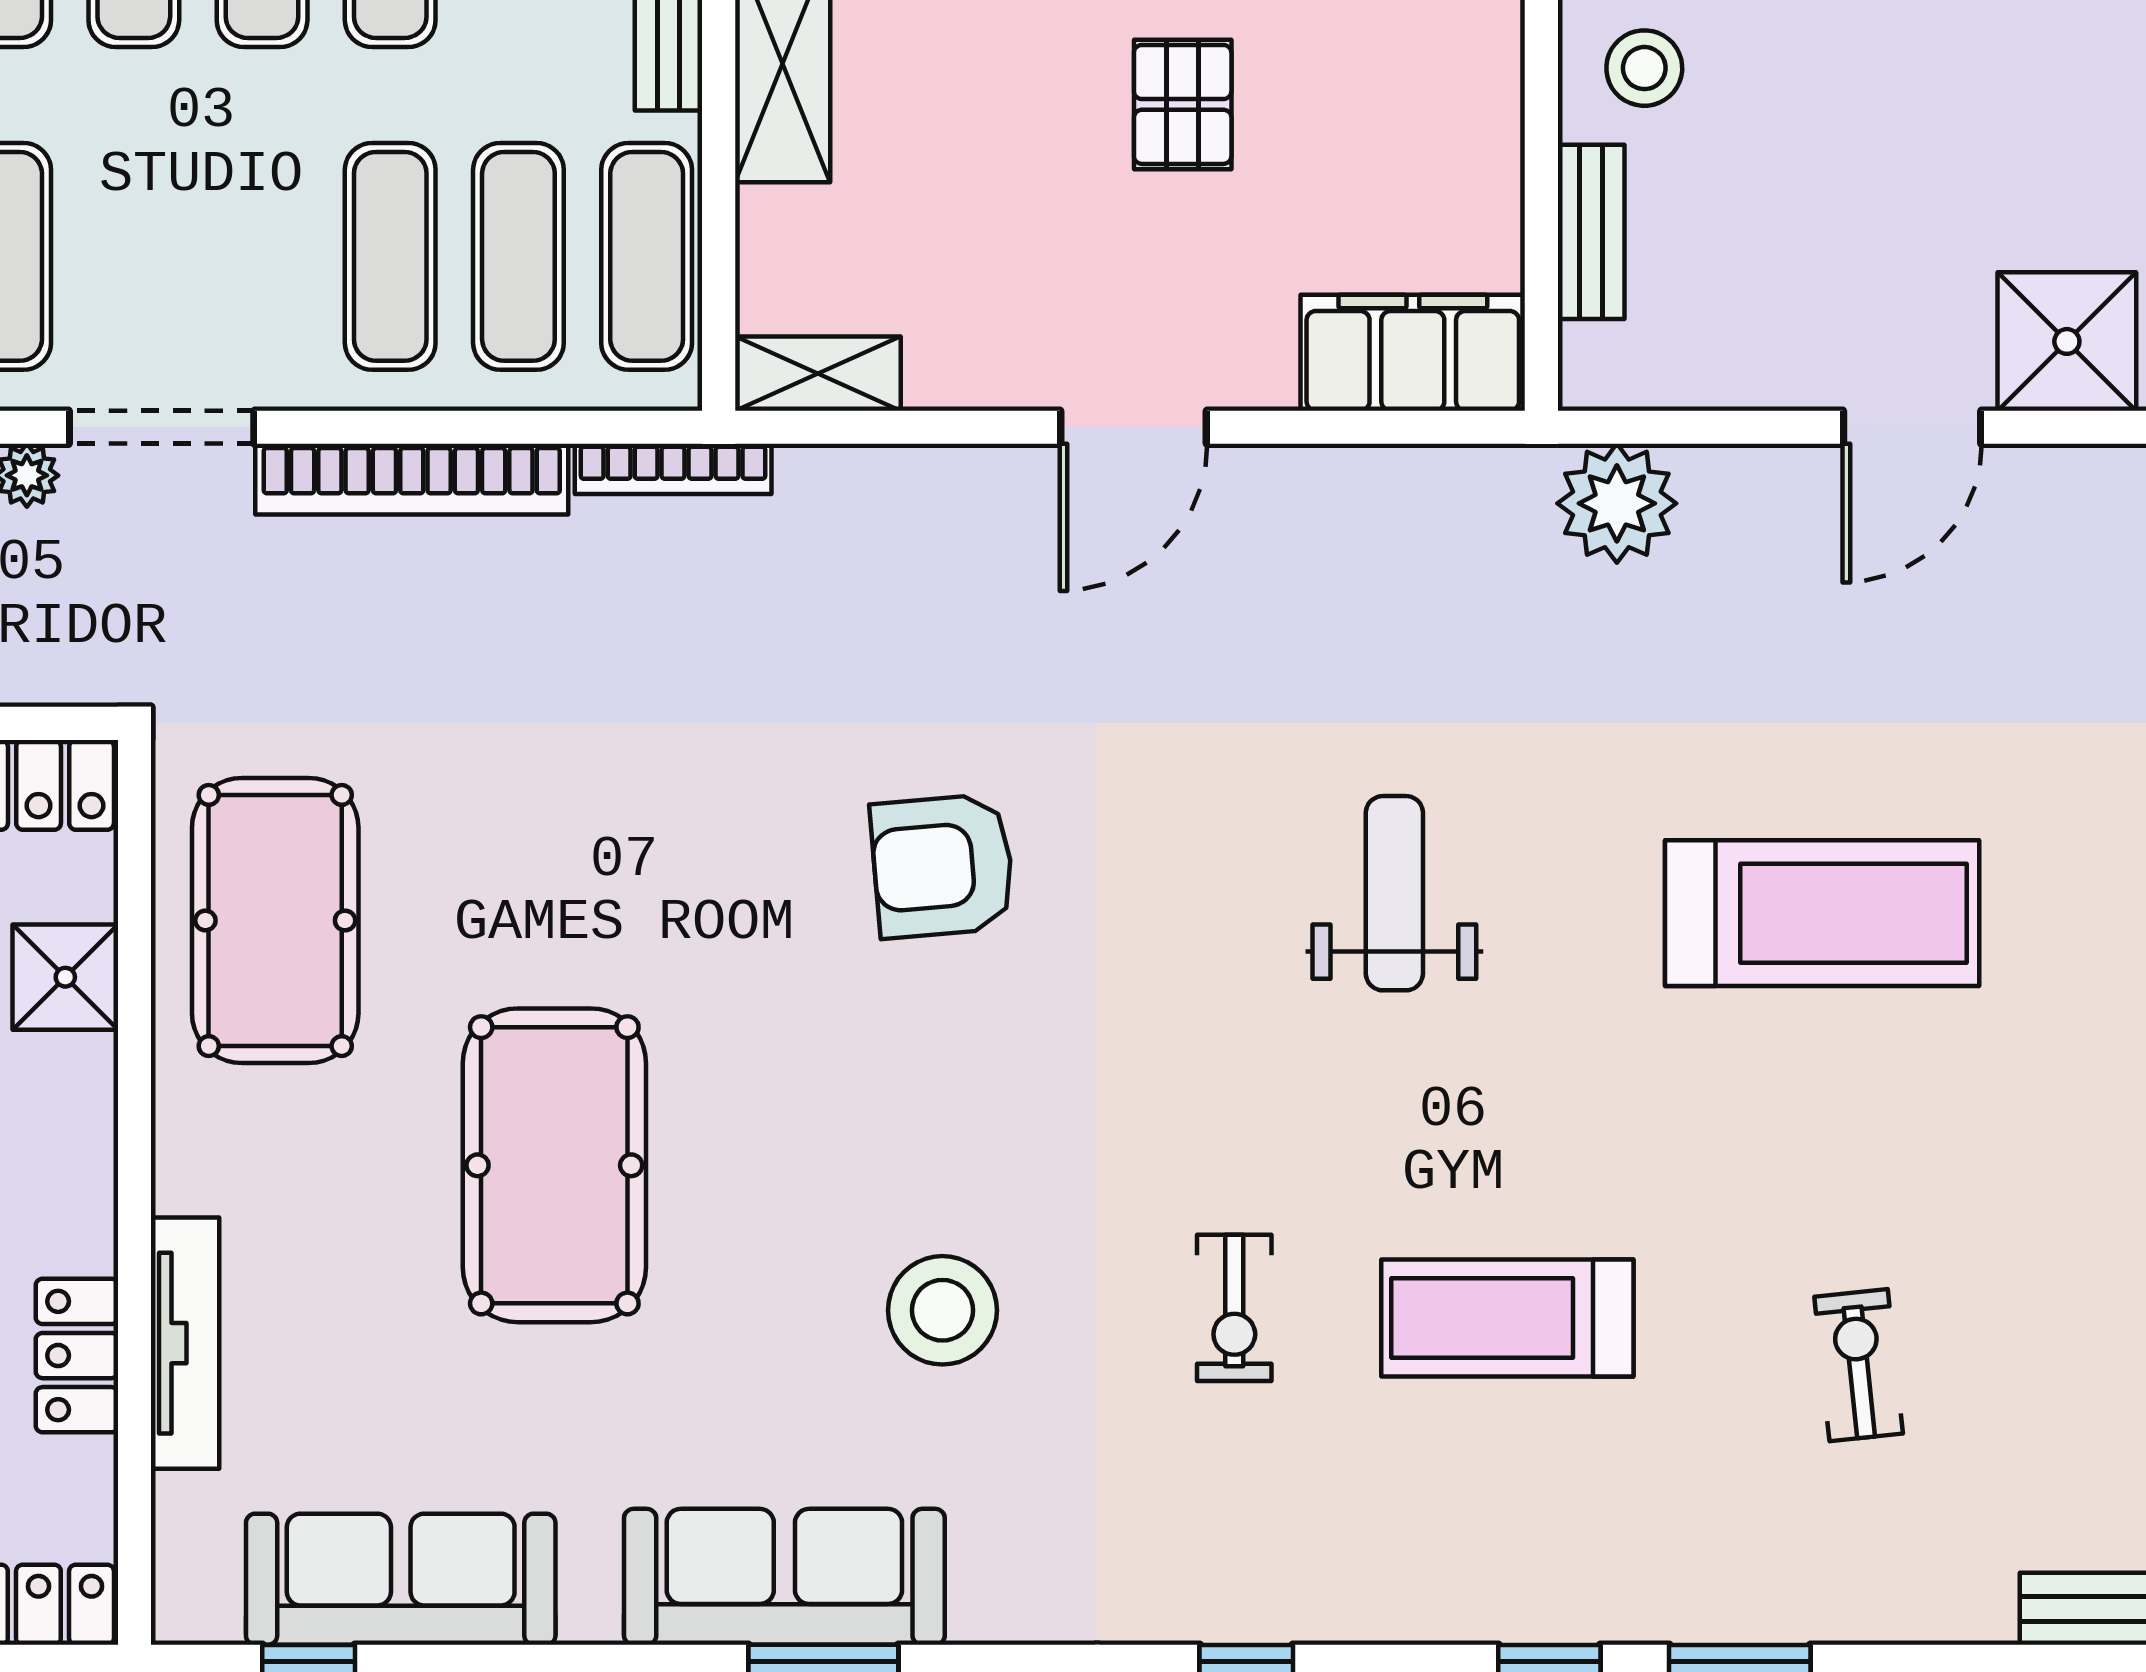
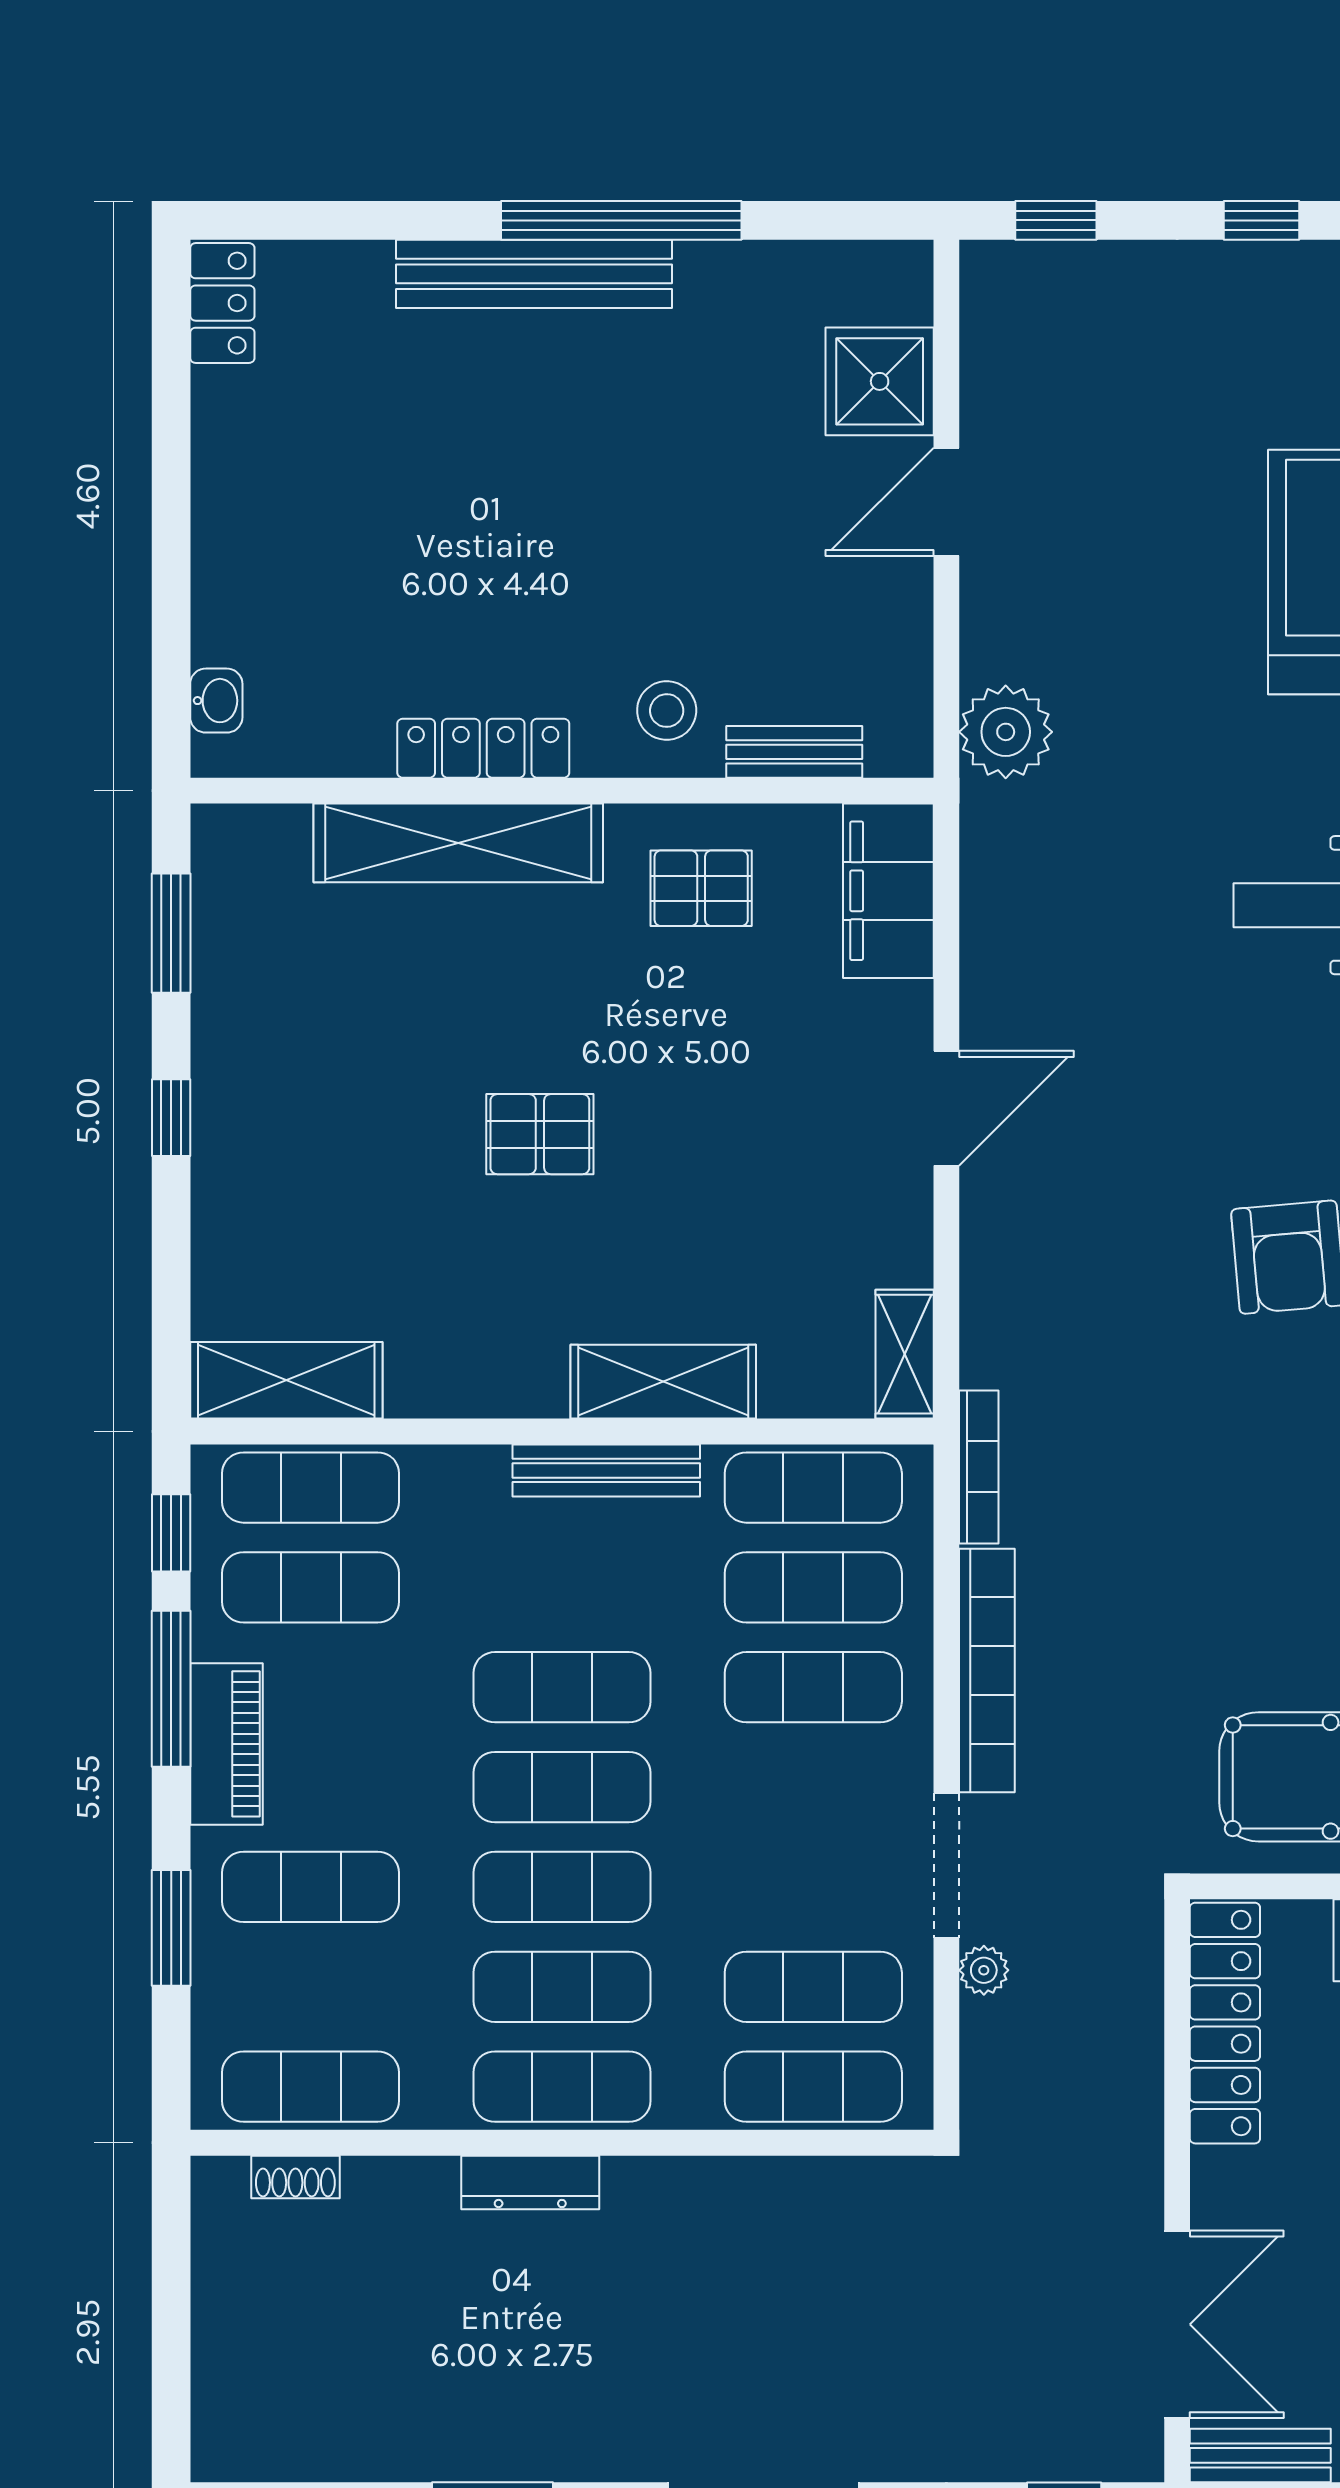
pallet: (1183, 104) -> (701, 888), moved
door: (1133, 427) -> (946, 1108), hinge flipped
door: (1912, 427) -> (946, 502), swing flipped

